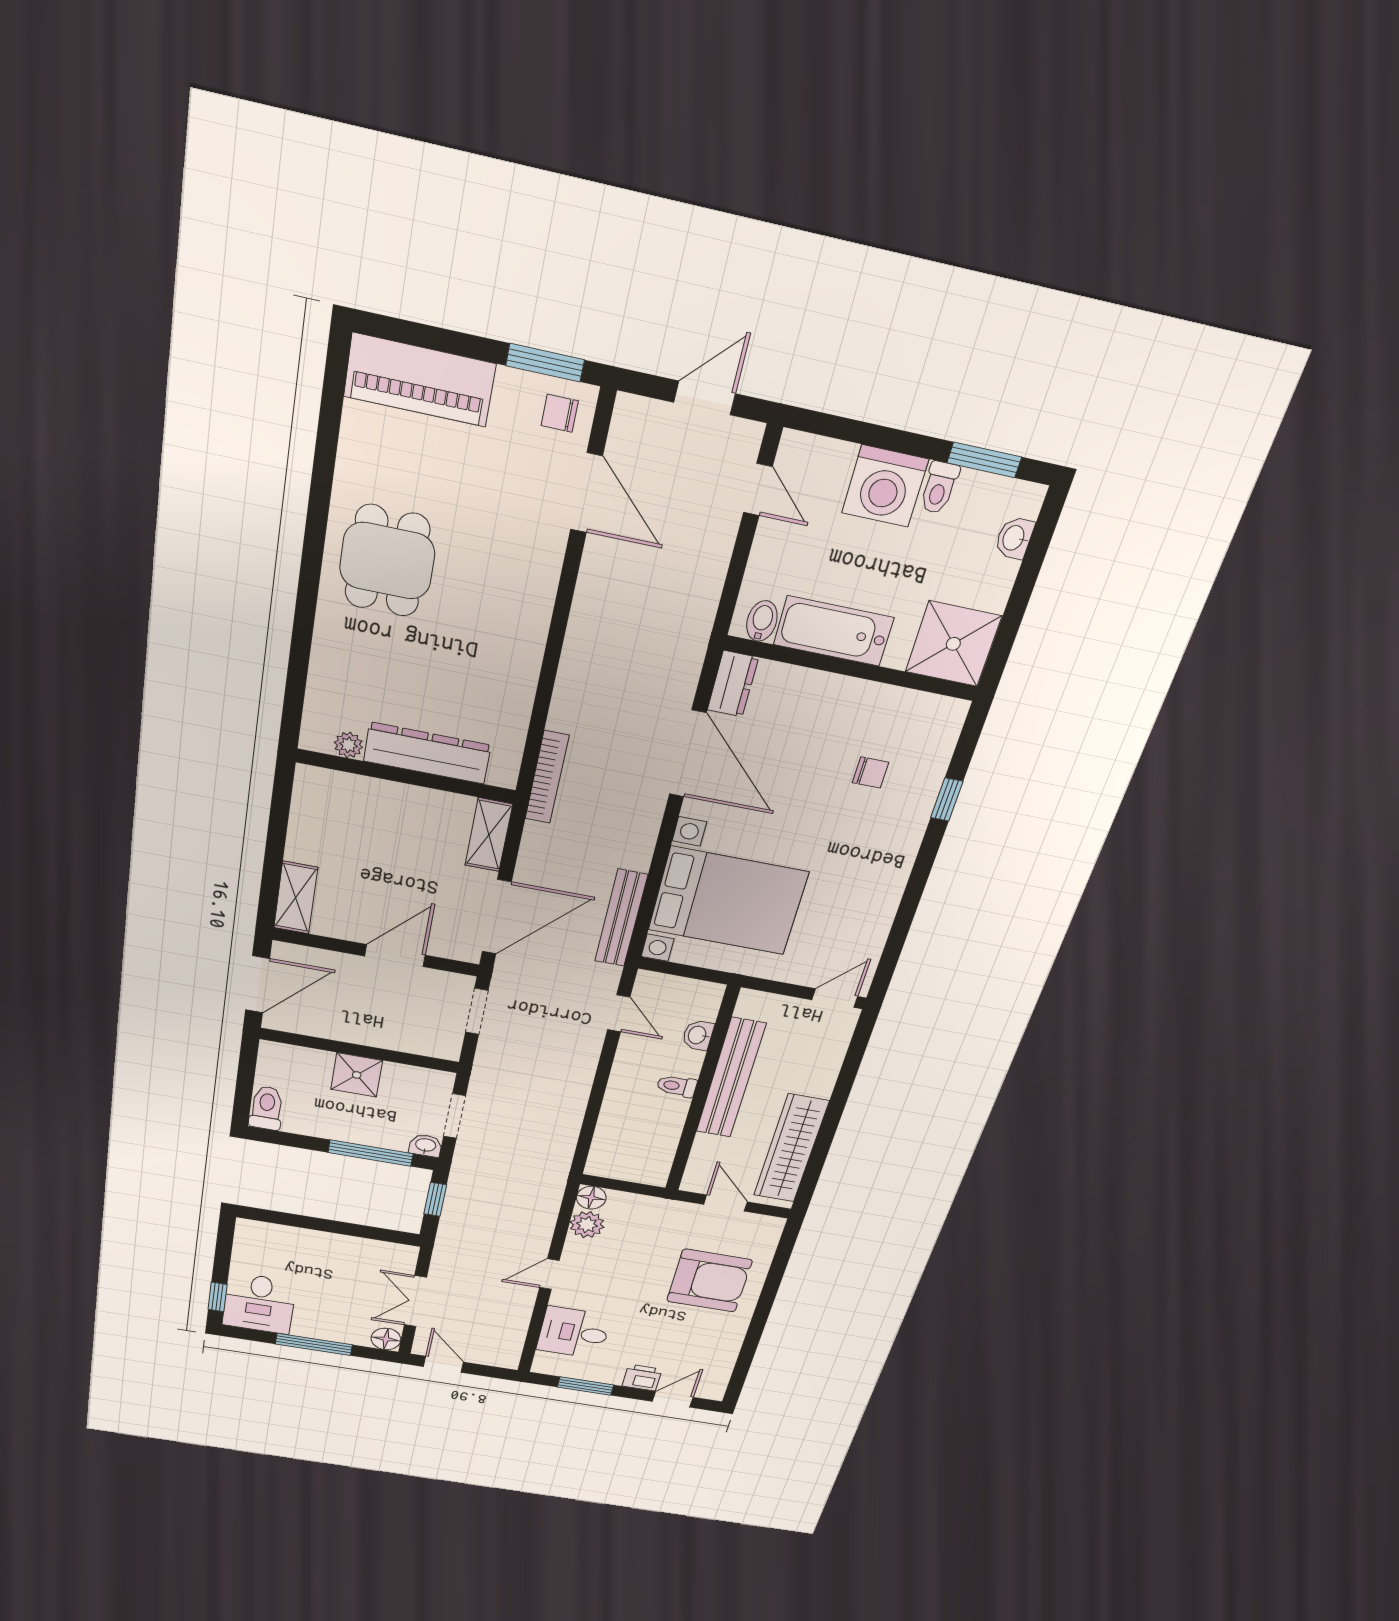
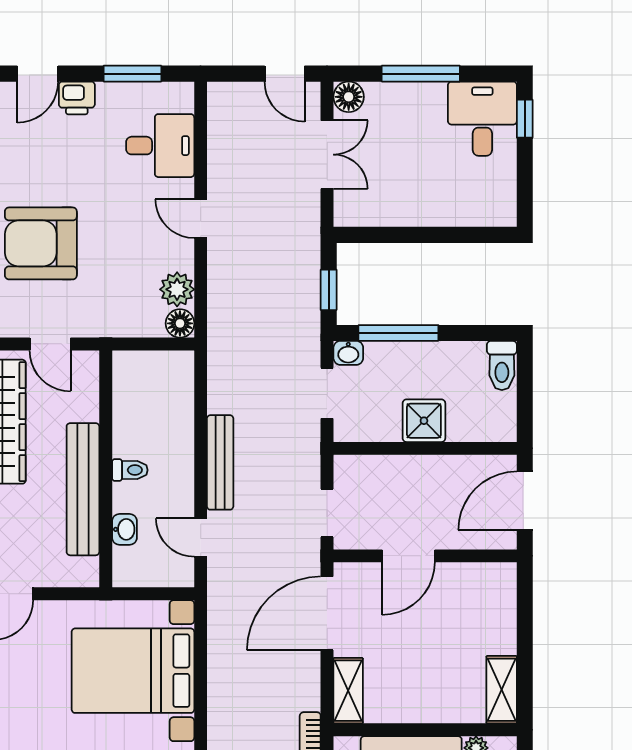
shelving: (296, 898) -> (502, 690), moved
bench: (621, 918) -> (220, 462), moved
door: (549, 1274) -> (201, 219), swing flipped

